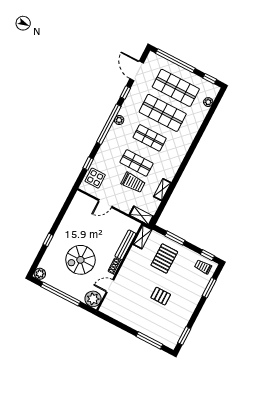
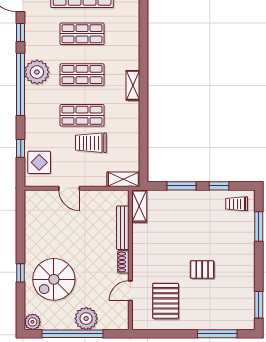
shop shelf: (163, 113) -> (82, 34), width x0.70, depth x0.74
plant: (119, 120) -> (37, 72), width x1.88, depth x1.88
trolley: (133, 183) -> (91, 143), turned 180
shelving: (162, 190) -> (133, 85), moved
door: (105, 204) -> (69, 188), hinge flipped
window: (207, 255) -> (219, 186), moved
pallet: (164, 258) -> (166, 301), moved
spiral stairs: (80, 260) -> (54, 279), moved
plant: (93, 299) -> (86, 318), moved

